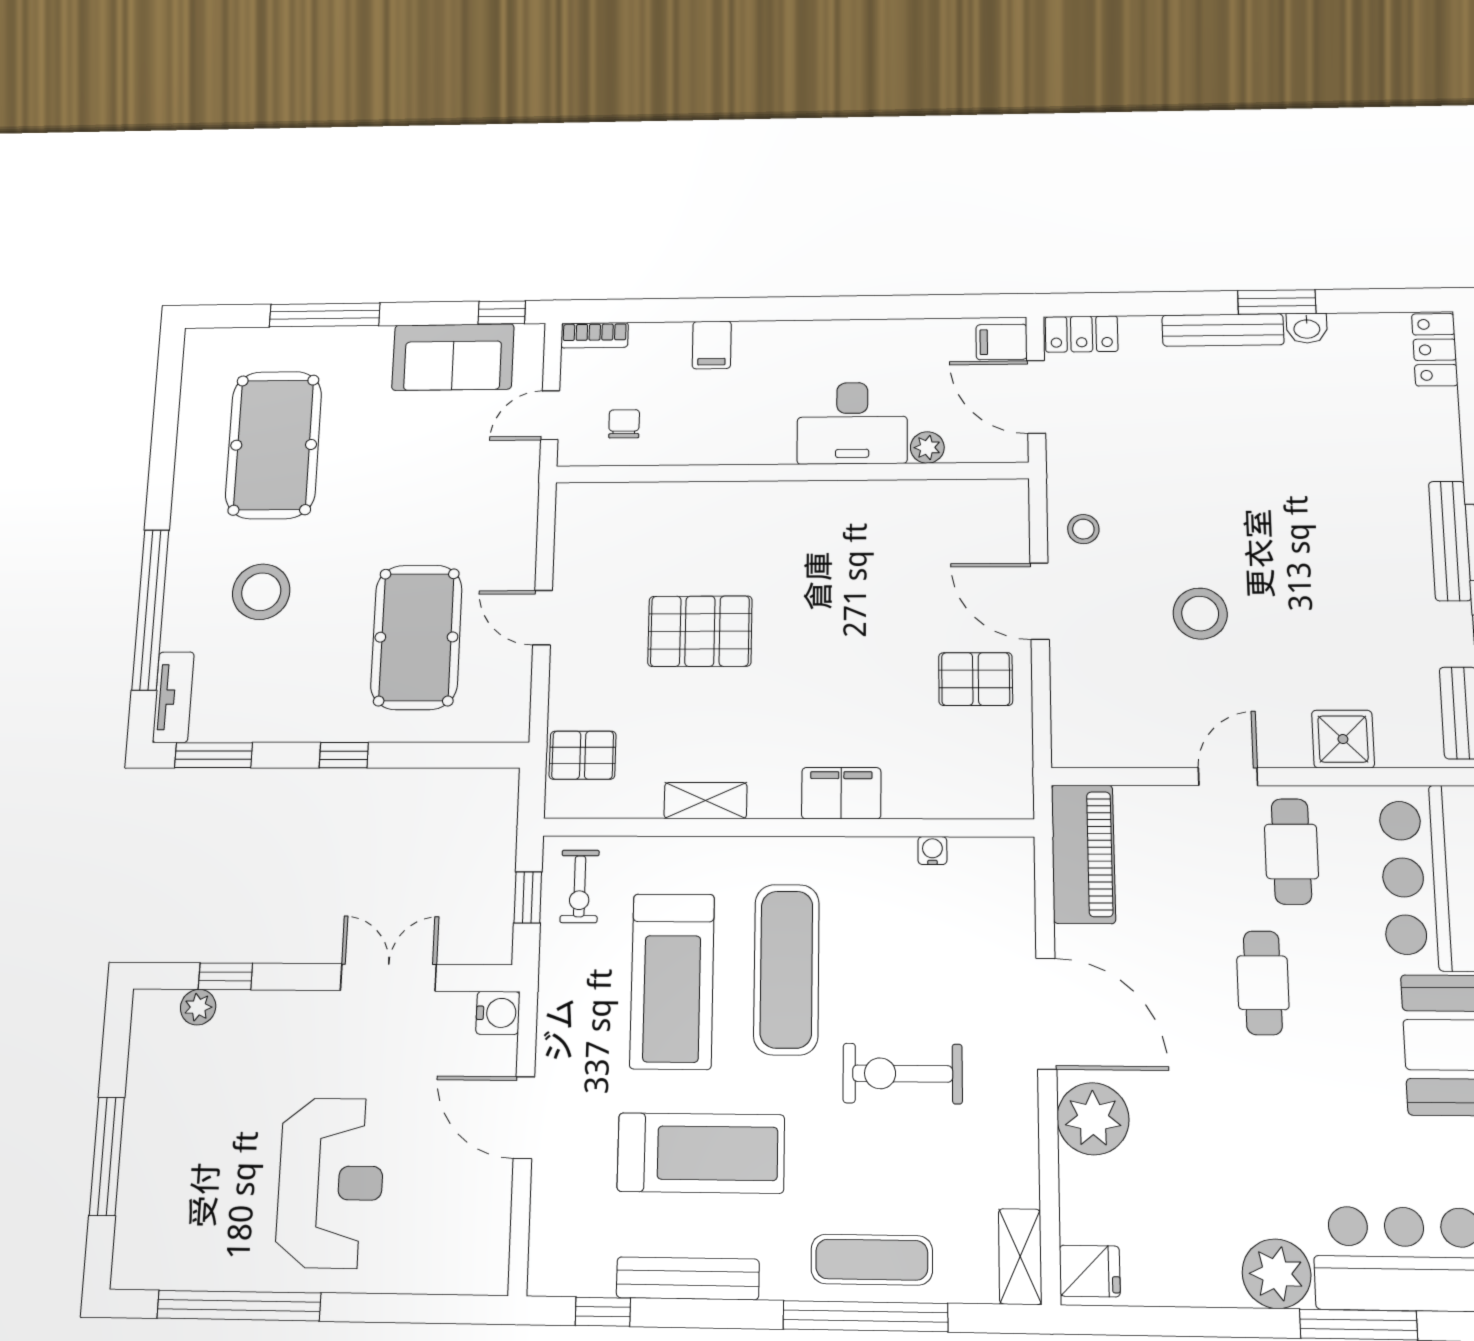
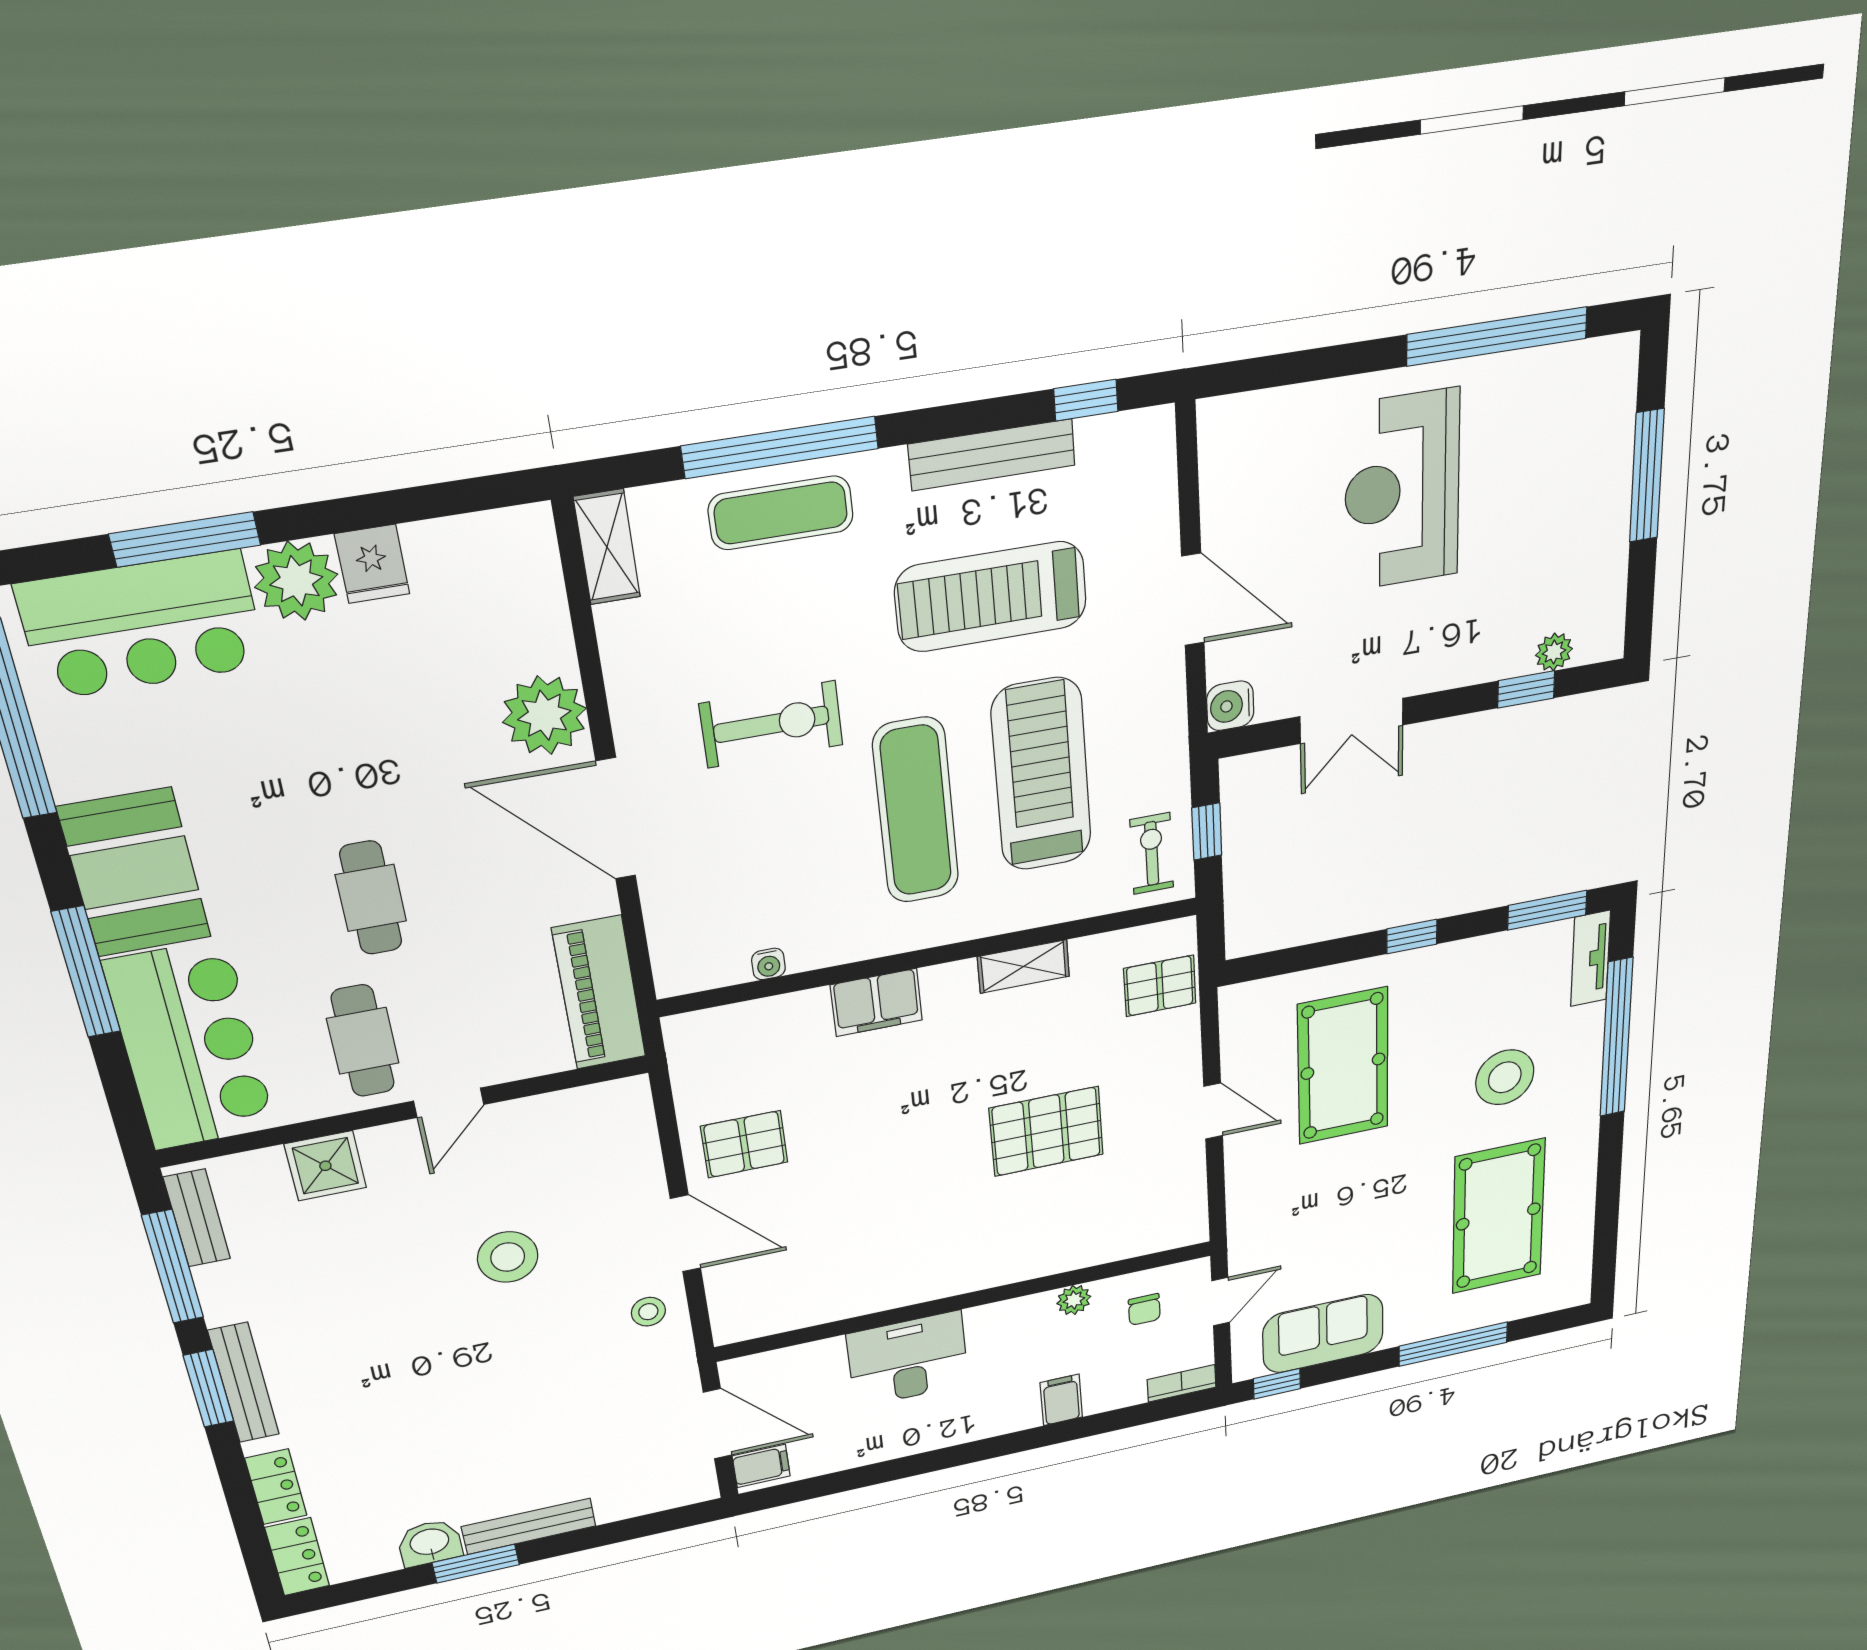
washbasin: (1307, 328) -> (430, 1543), width x1.38, depth x1.45
locker: (1082, 334) -> (276, 1487), moved, turned 90
plant: (927, 447) -> (1074, 1300), moved
fridge: (1090, 1271) -> (372, 564), moved, turned -90

